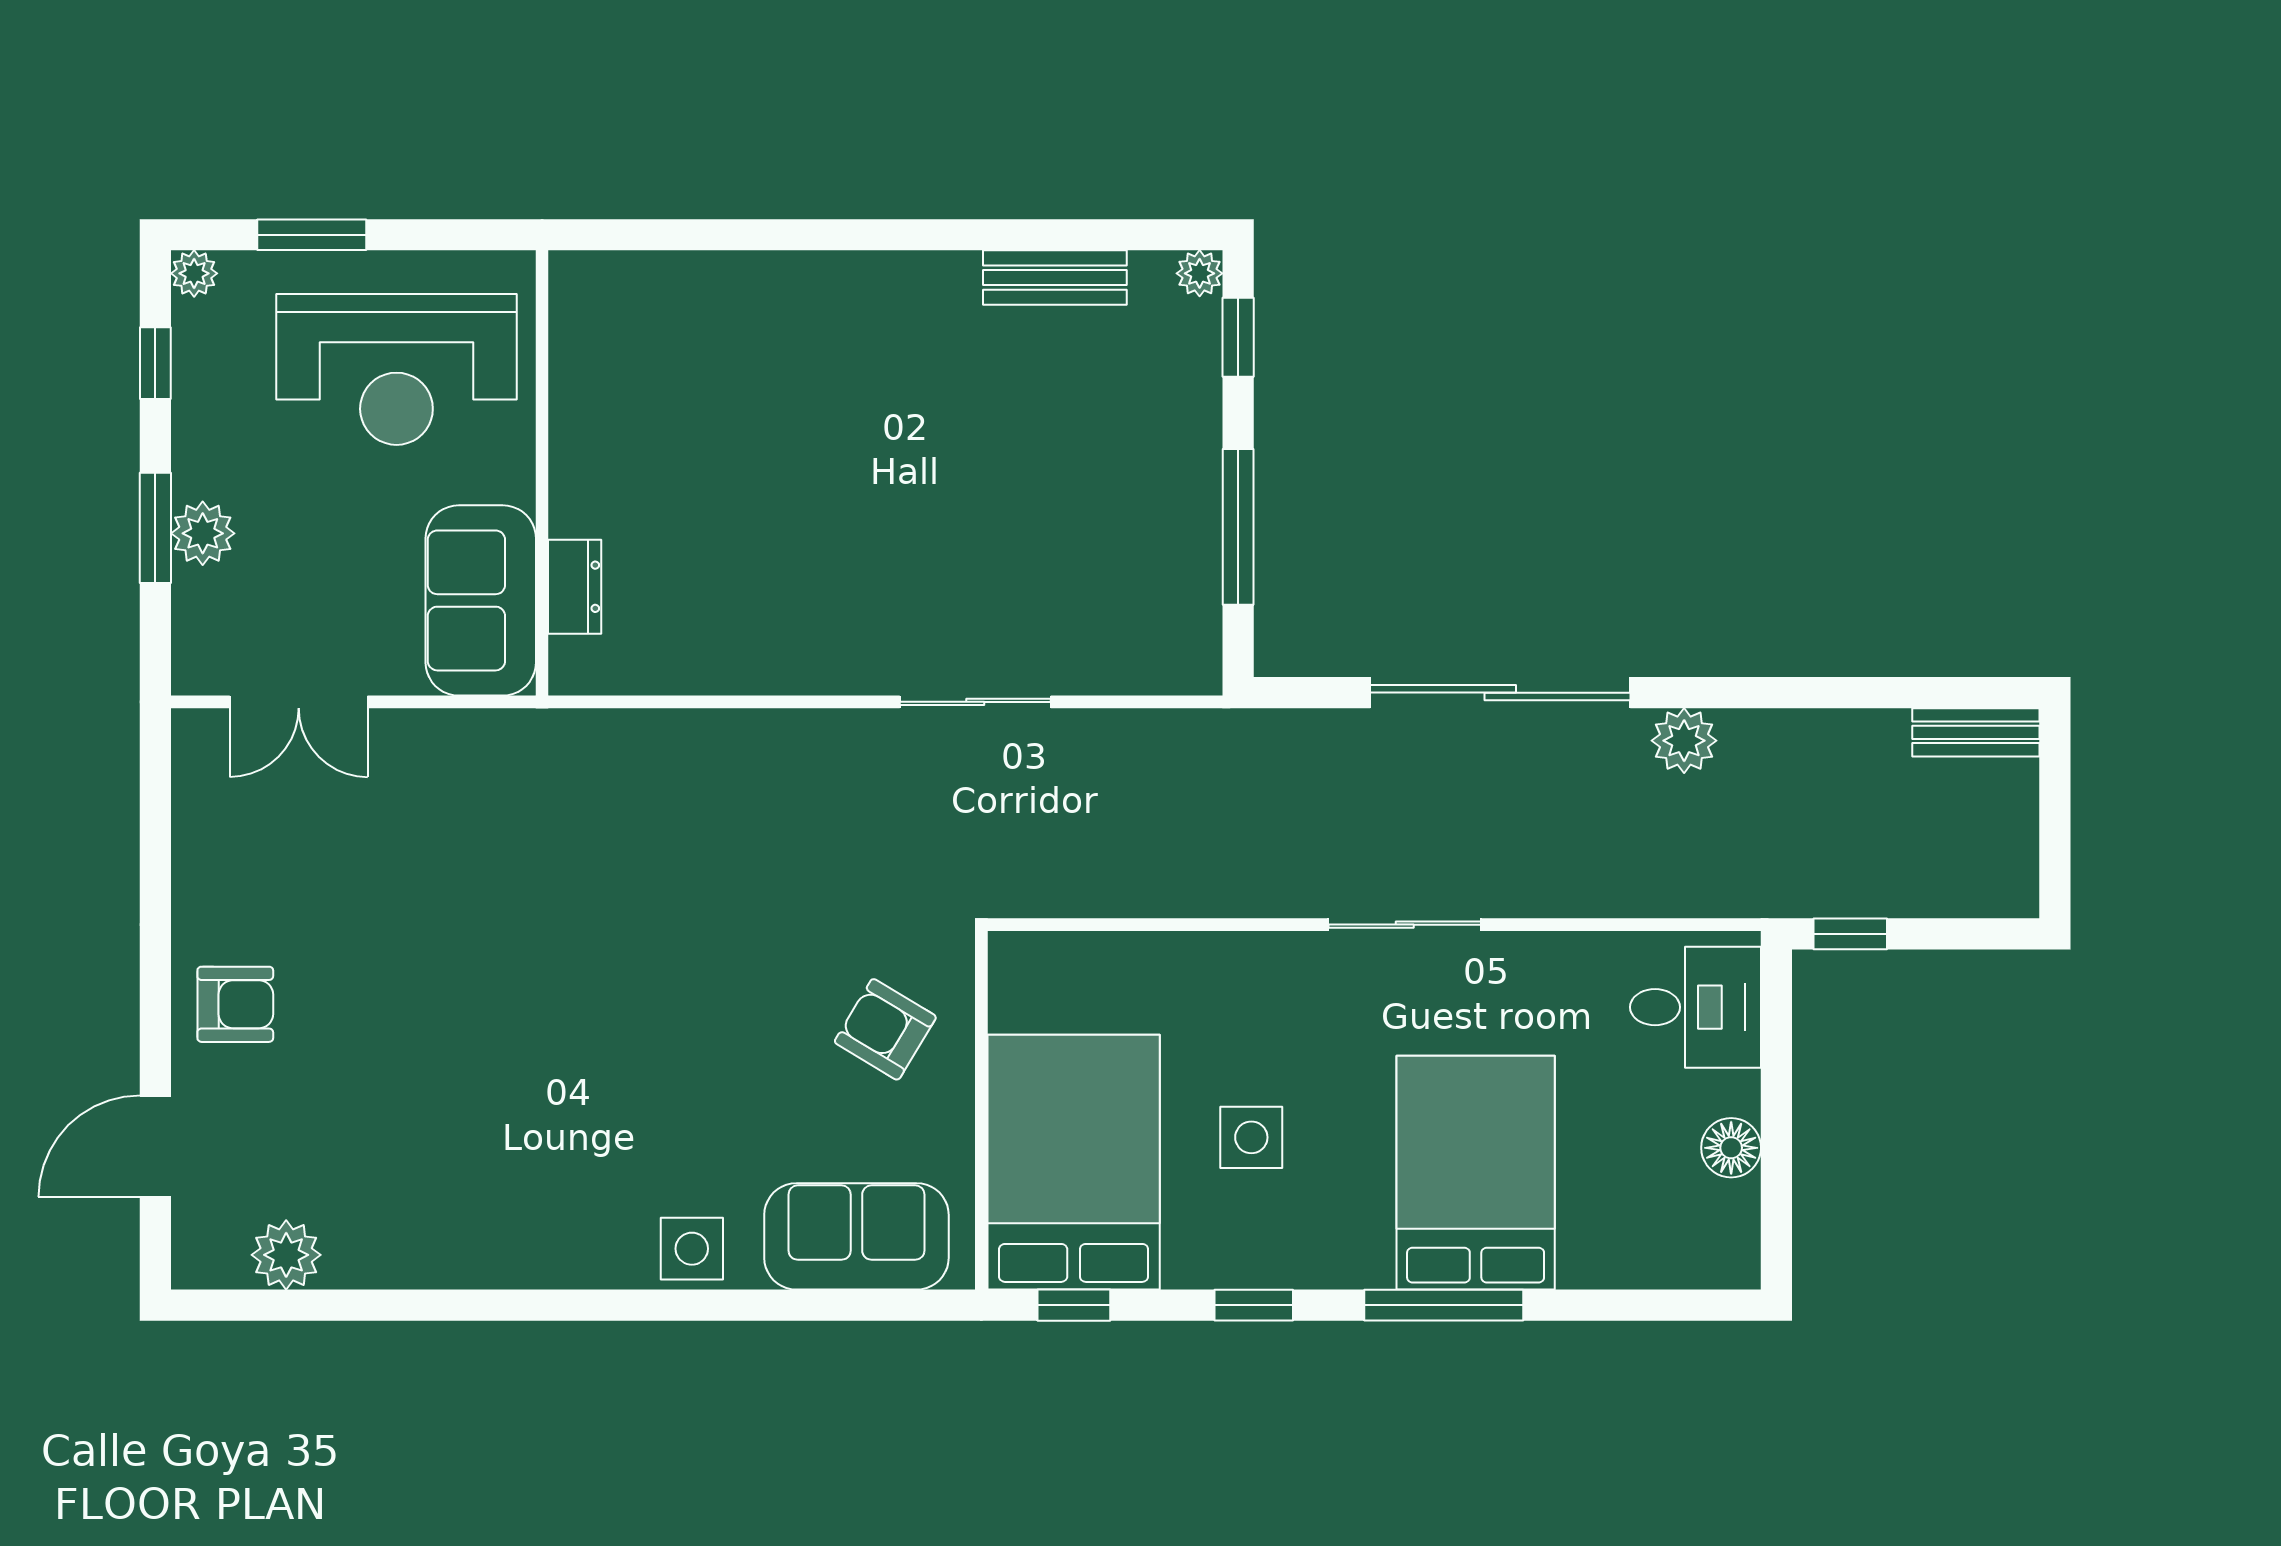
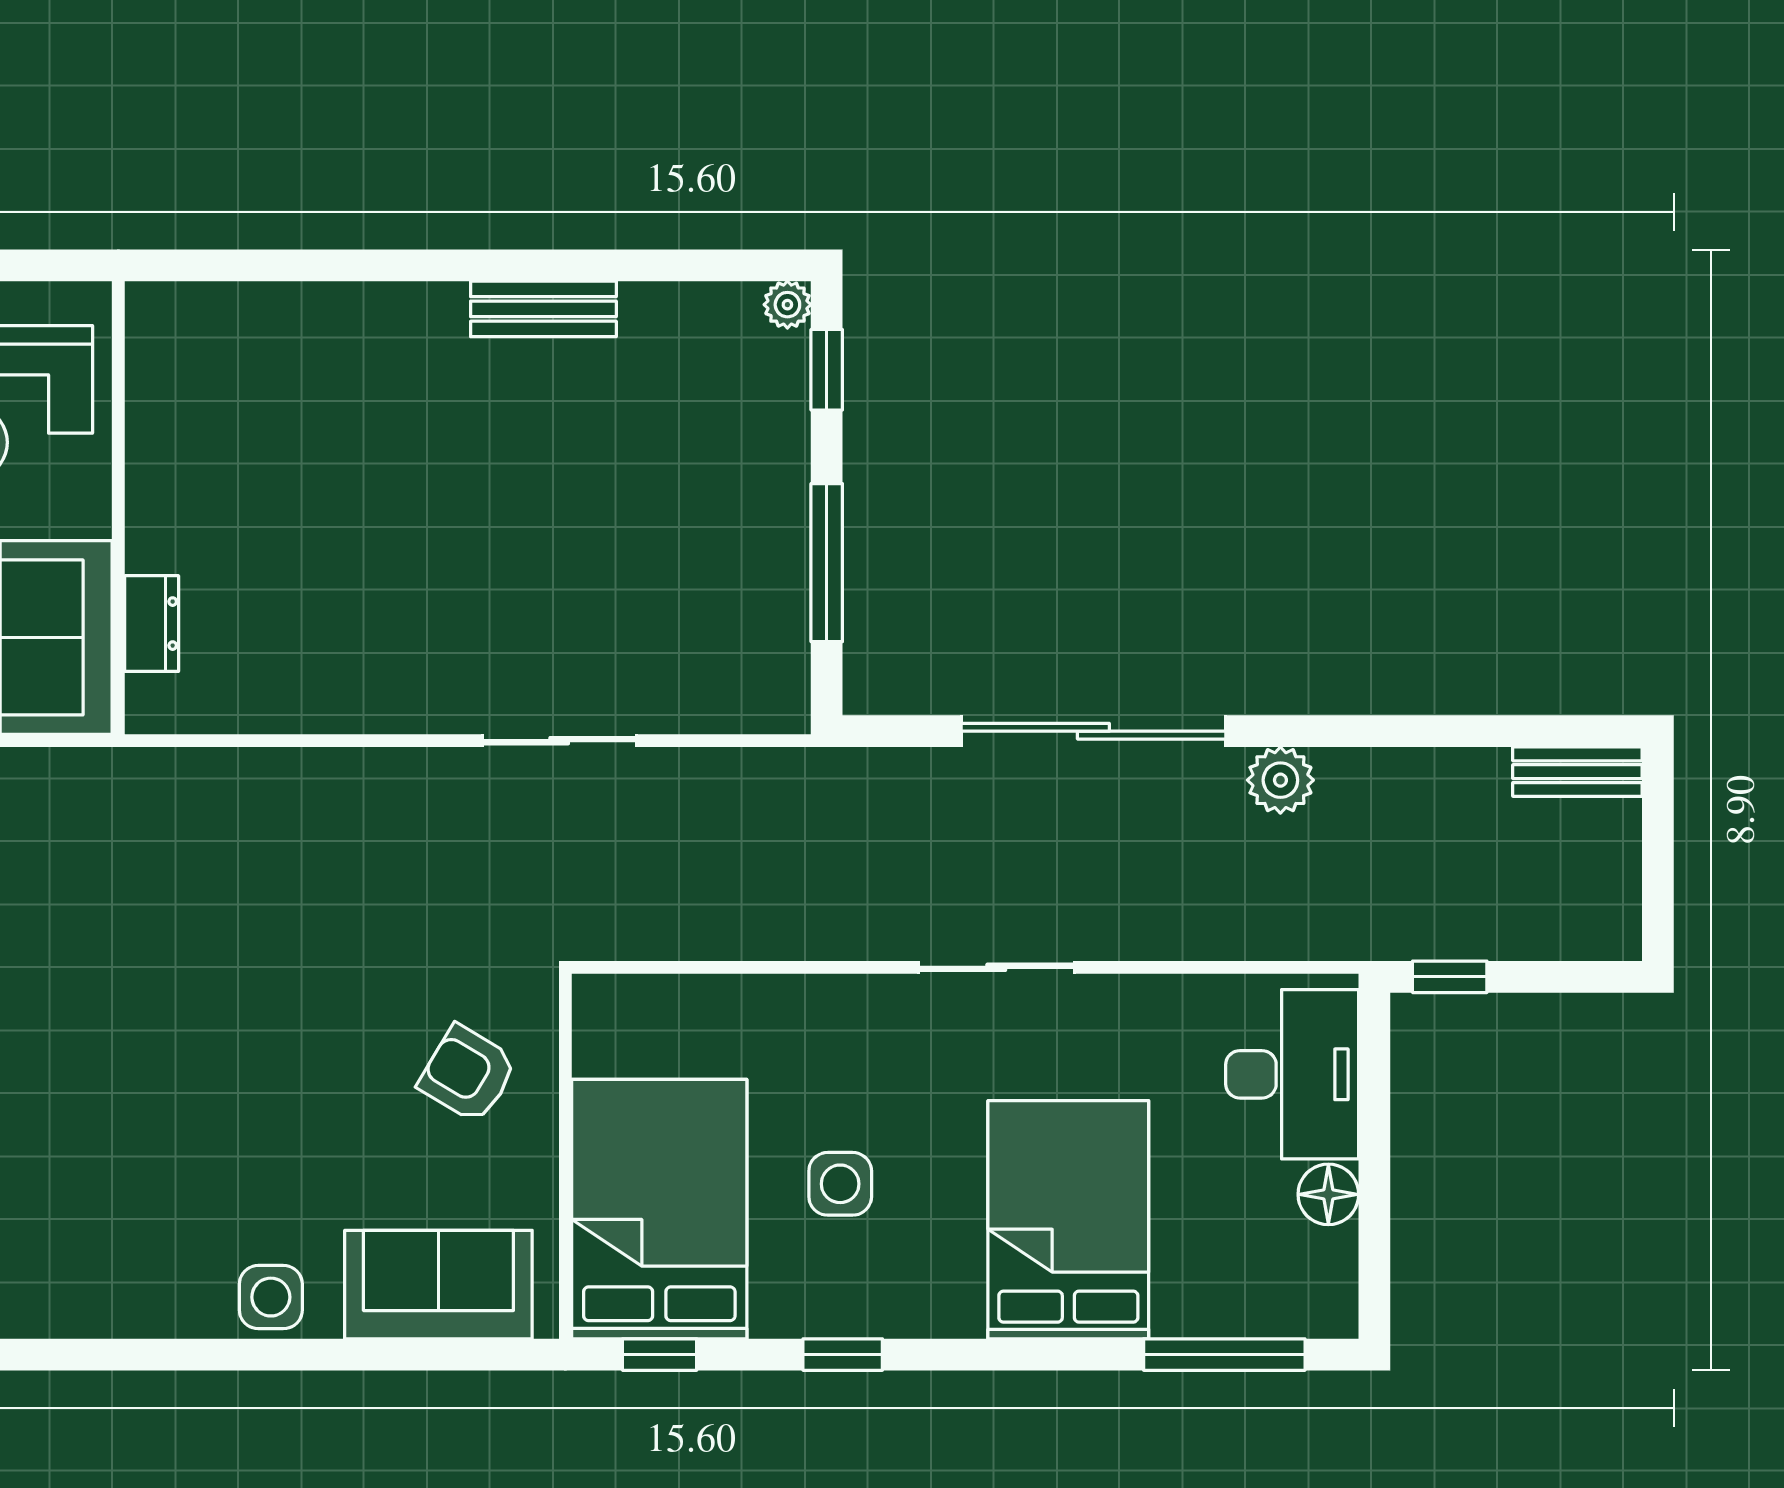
bench: (1055, 278) -> (543, 309), moved
desk: (1696, 1007) -> (1292, 1074), width x1.37
window: (1444, 1305) -> (1224, 1355), moved

